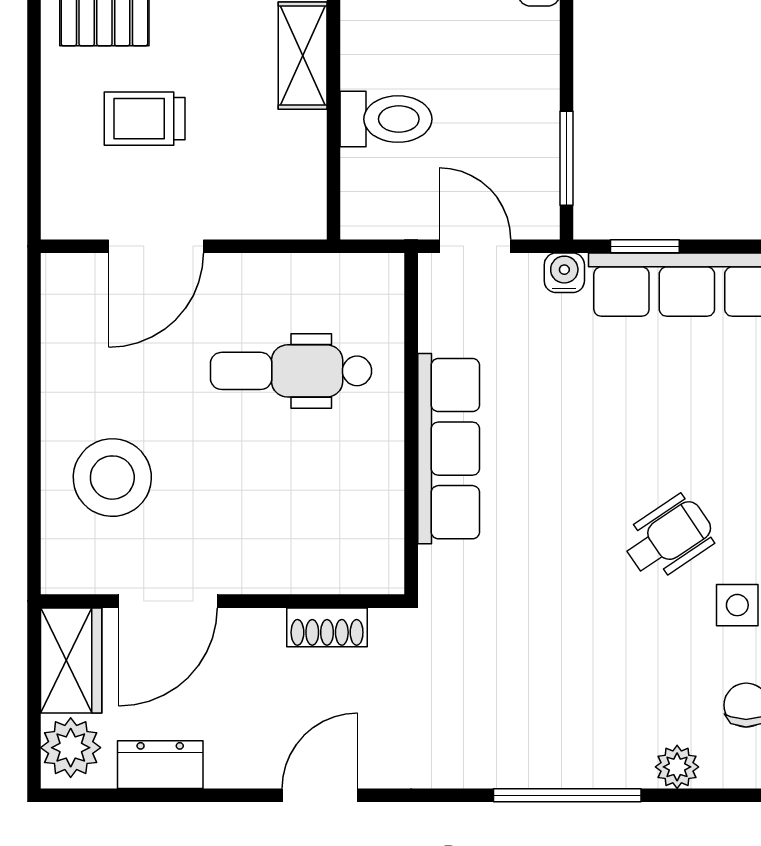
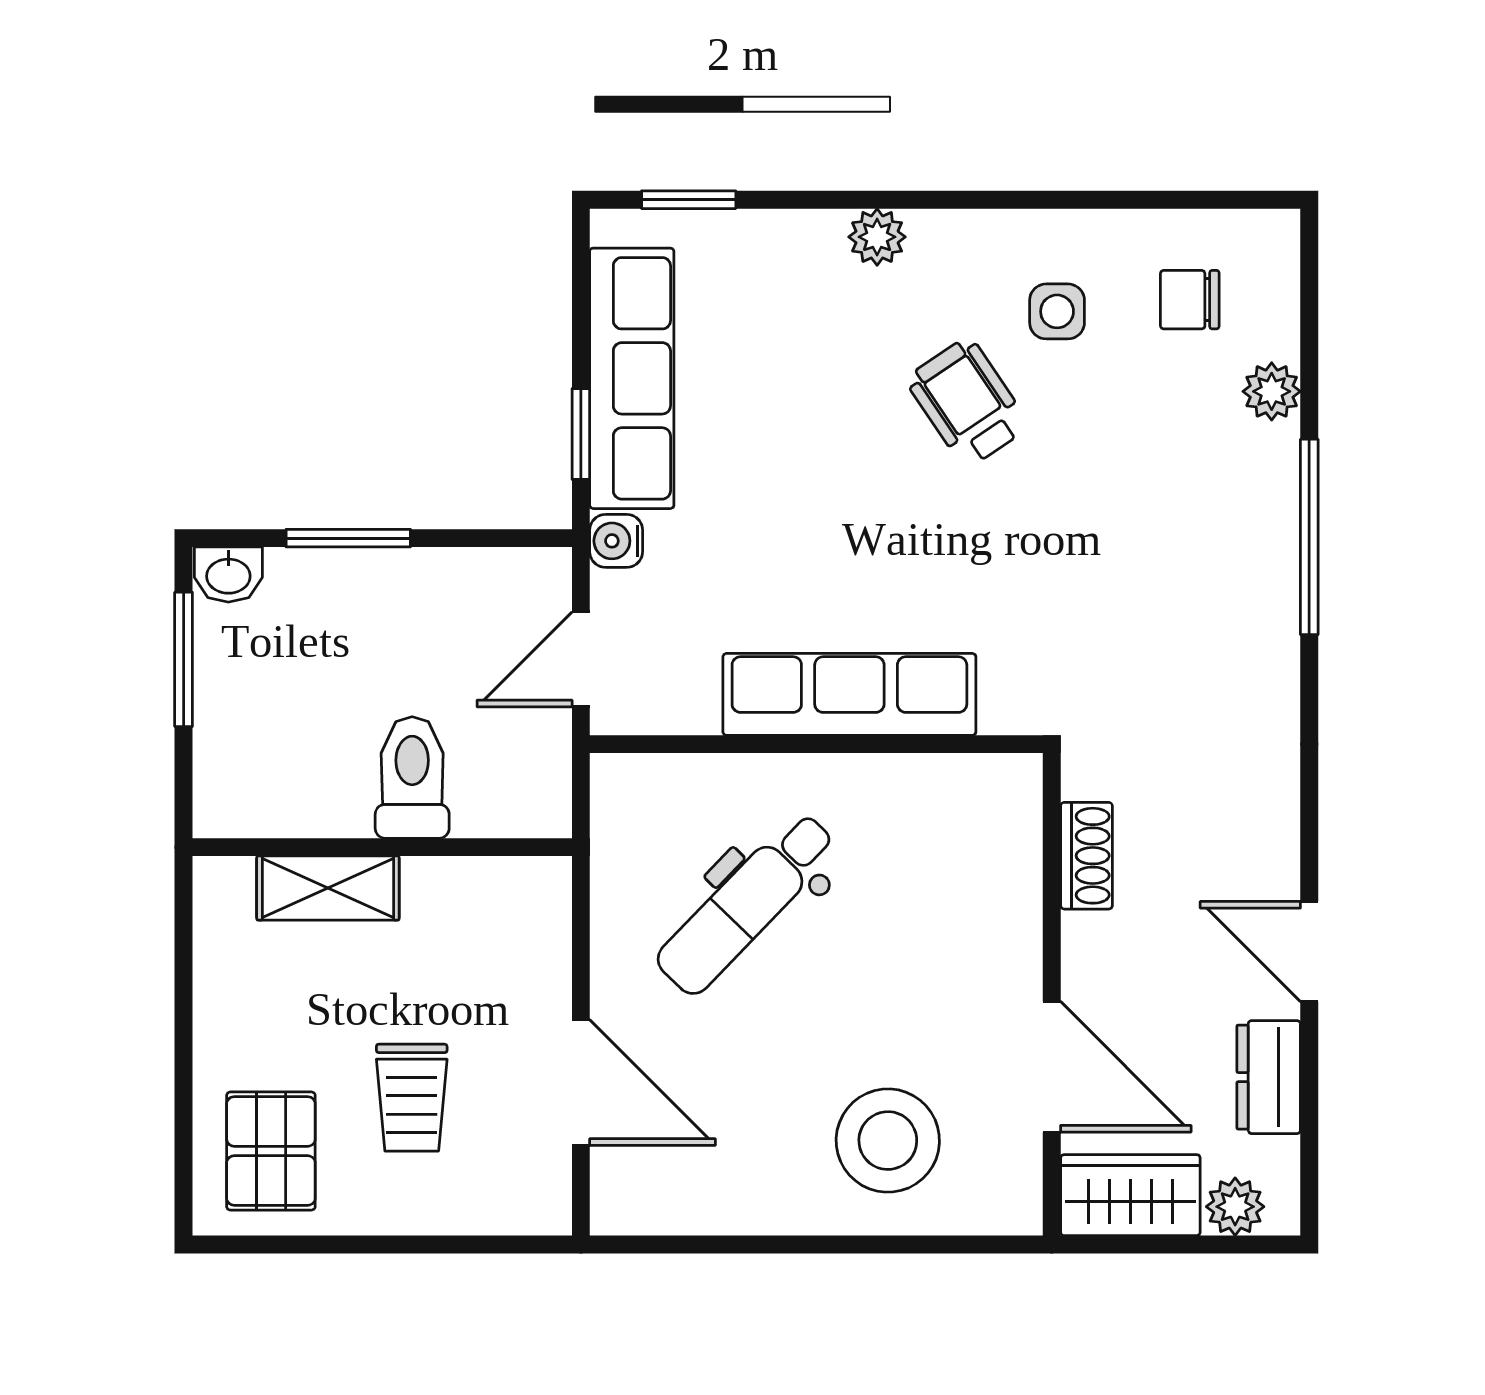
window: (566, 158) -> (348, 538), moved
dental chair: (291, 371) -> (746, 903), turned 44
plant: (71, 748) -> (1235, 1207), width x0.73, depth x0.73
door: (320, 795) -> (1309, 952), moved

